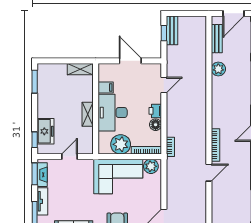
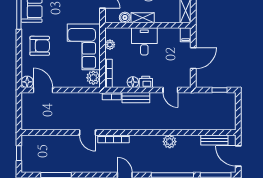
bench: (172, 30) -> (136, 98), moved
plant: (218, 69) -> (170, 142), moved
filing cabinet: (106, 87) -> (186, 35), moved
desk: (113, 113) -> (144, 41), width x0.73
boiler: (87, 133) -> (125, 17), added
plant: (121, 144) -> (110, 45), width x0.53, depth x0.53

